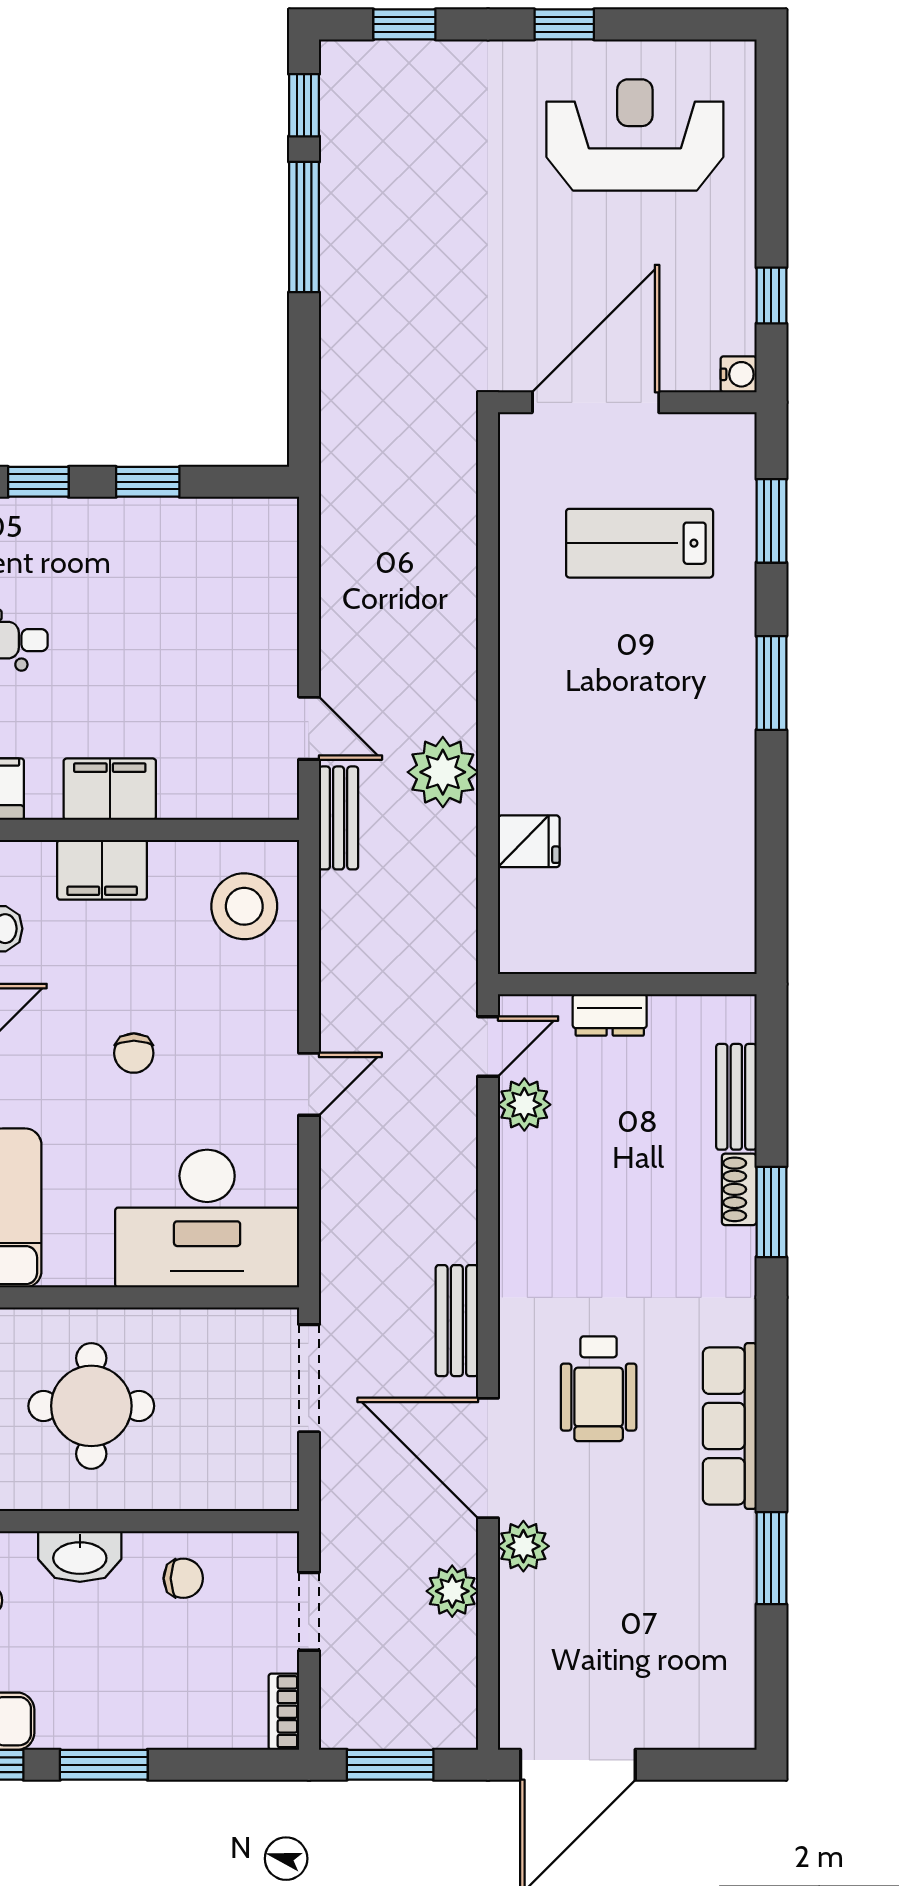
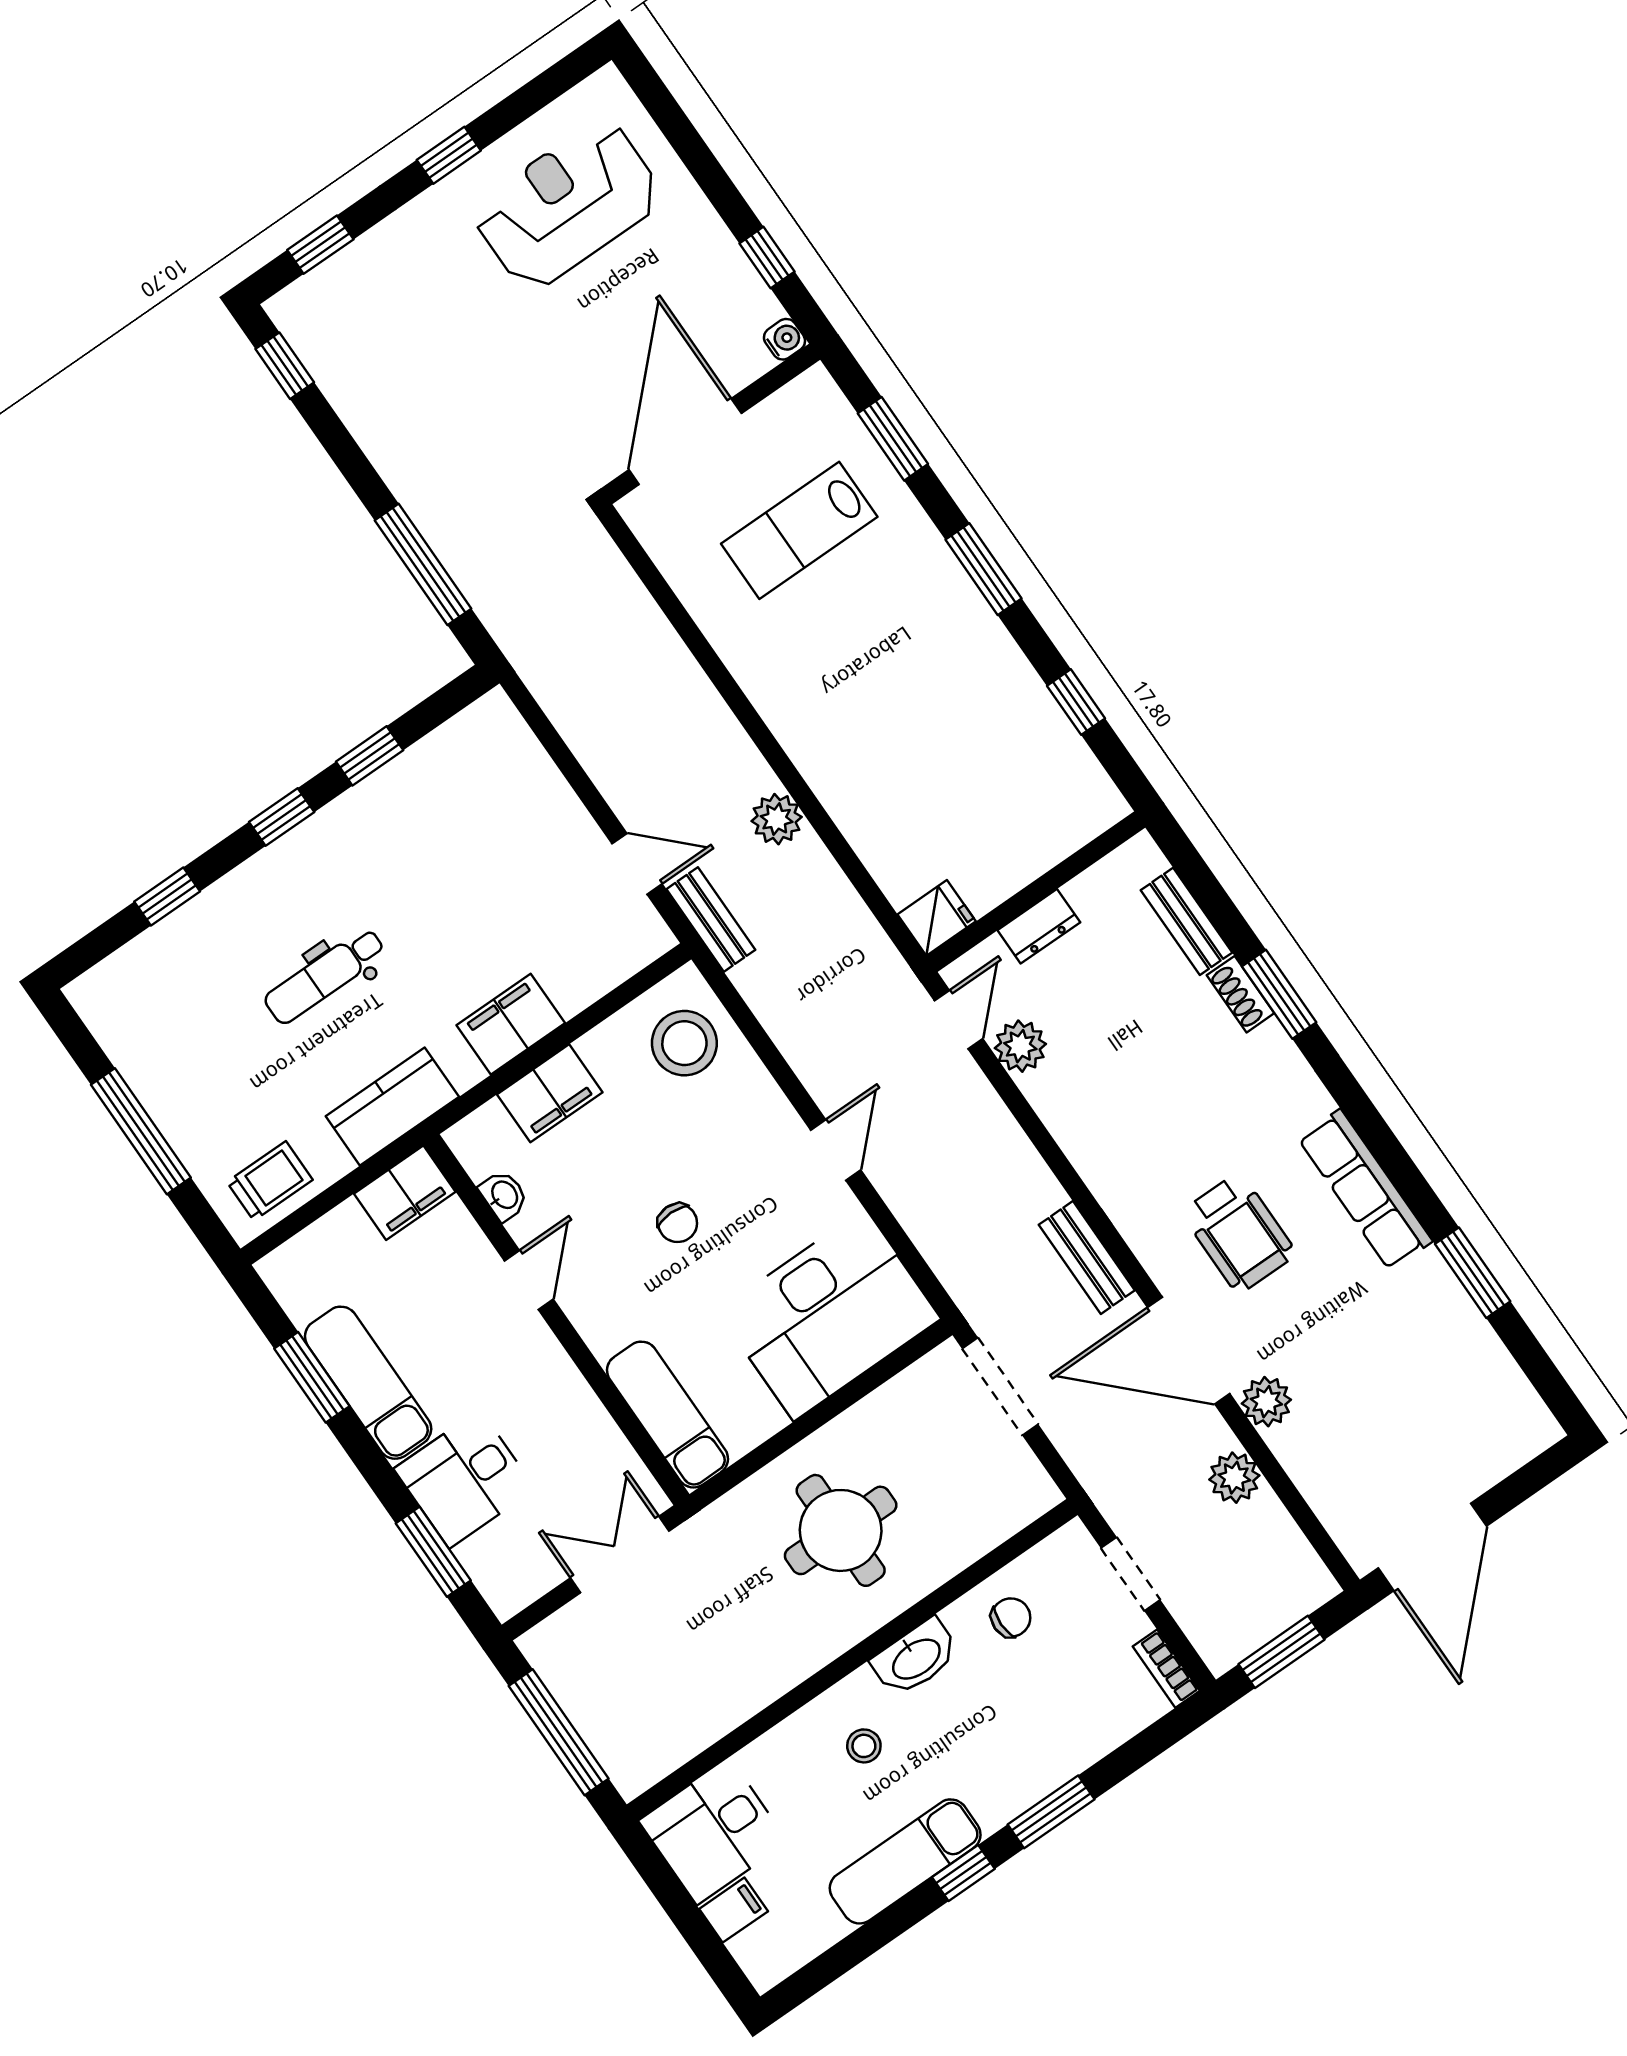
window: (304, 227) -> (423, 564), moved
plant: (443, 772) -> (777, 819), width x0.73, depth x0.73
fridge: (529, 841) -> (937, 918), moved
window: (771, 848) -> (1076, 702), added

